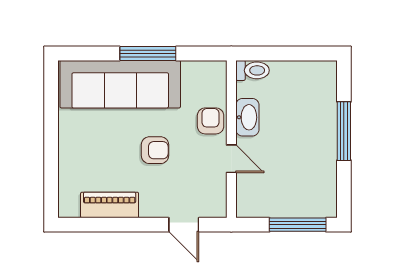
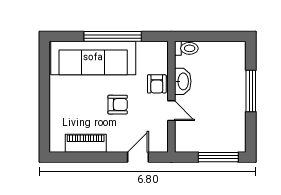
window: (148, 53) -> (113, 36), width x1.46
armchair: (211, 121) -> (157, 84), turned 180
door: (184, 225) -> (138, 157), swing flipped

